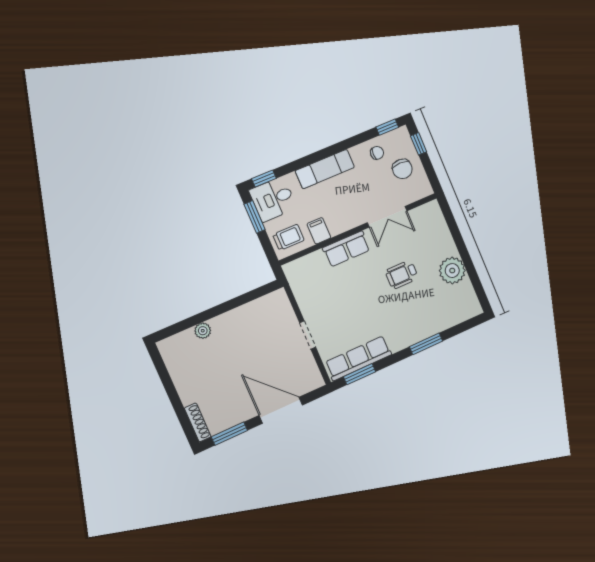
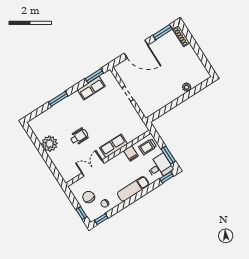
row of seats: (358, 358) -> (91, 88), width x0.68

